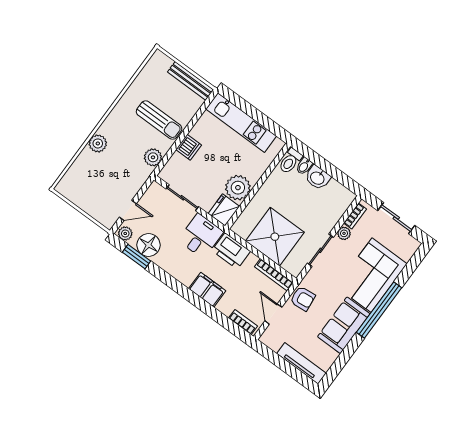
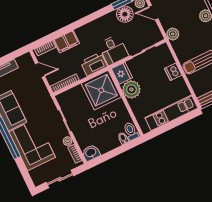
plant: (153, 157) -> (173, 34), moved
washbasin: (318, 178) -> (91, 153), moved
door: (128, 210) -> (153, 13), hinge flipped
shower: (275, 237) -> (101, 90), moved
filing cabinet: (207, 290) -> (66, 42), moved
armchair: (303, 299) -> (40, 94), removed

